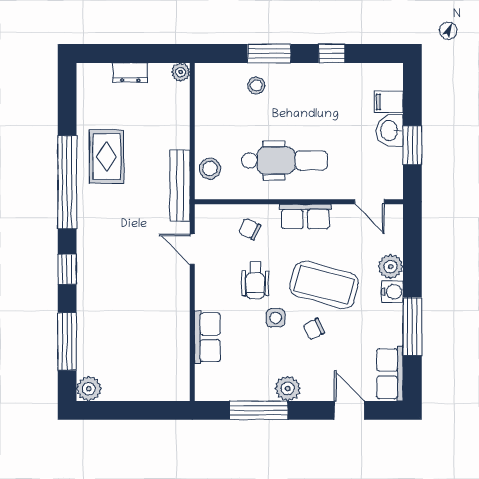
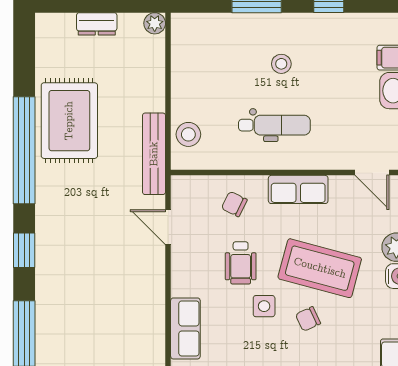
stool: (256, 86) -> (281, 64), moved
rug: (106, 157) -> (69, 121), width x1.36, depth x1.43
dental chair: (285, 161) -> (274, 125), width x0.73, depth x0.72

